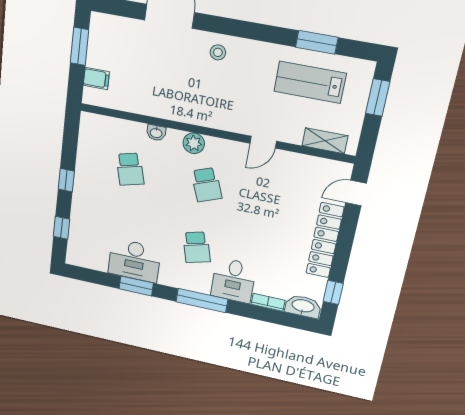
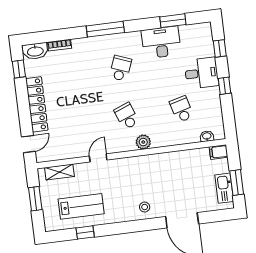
window: (317, 42) -> (85, 232), width x0.67
kitchen sink: (99, 44) -> (224, 188), added
filing cabinet: (96, 79) -> (219, 152), moved
window: (378, 98) -> (35, 199), moved
washbasin: (156, 133) -> (207, 136), moved
school desk: (196, 247) -> (121, 68), turned 36
desk: (233, 280) -> (201, 73), moved, turned 90
window: (136, 286) -> (173, 21), moved

